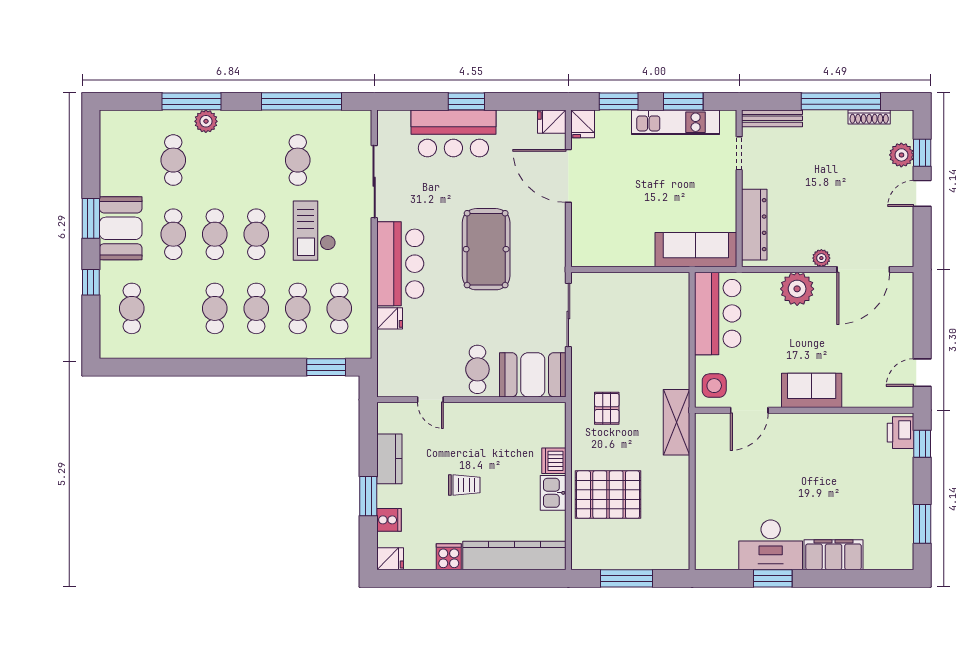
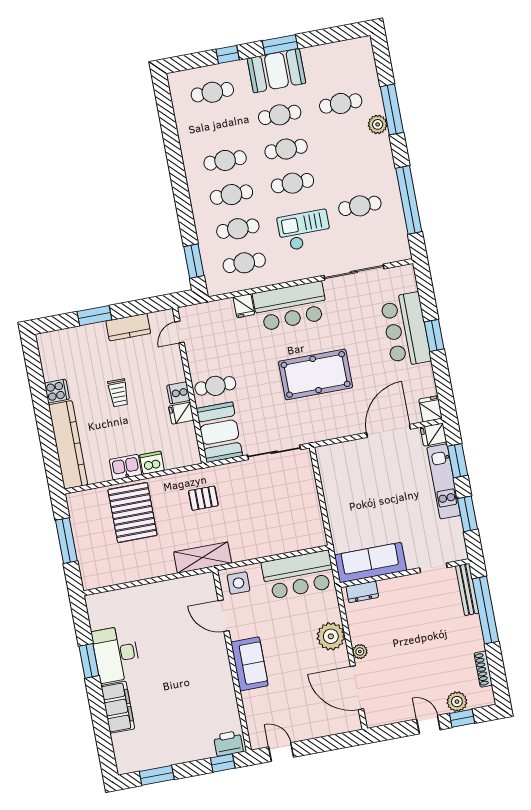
window: (841, 101) -> (486, 610), moved
kitchen unit: (675, 122) -> (444, 481), moved
dresser: (754, 225) -> (362, 592), width x0.51, depth x0.80
sofa: (696, 250) -> (371, 563), moved, turned -90
door: (430, 400) -> (180, 332), moved
cooker: (389, 520) -> (178, 393), moved, turned 90
fridge: (390, 559) -> (181, 413), moved, turned 90

